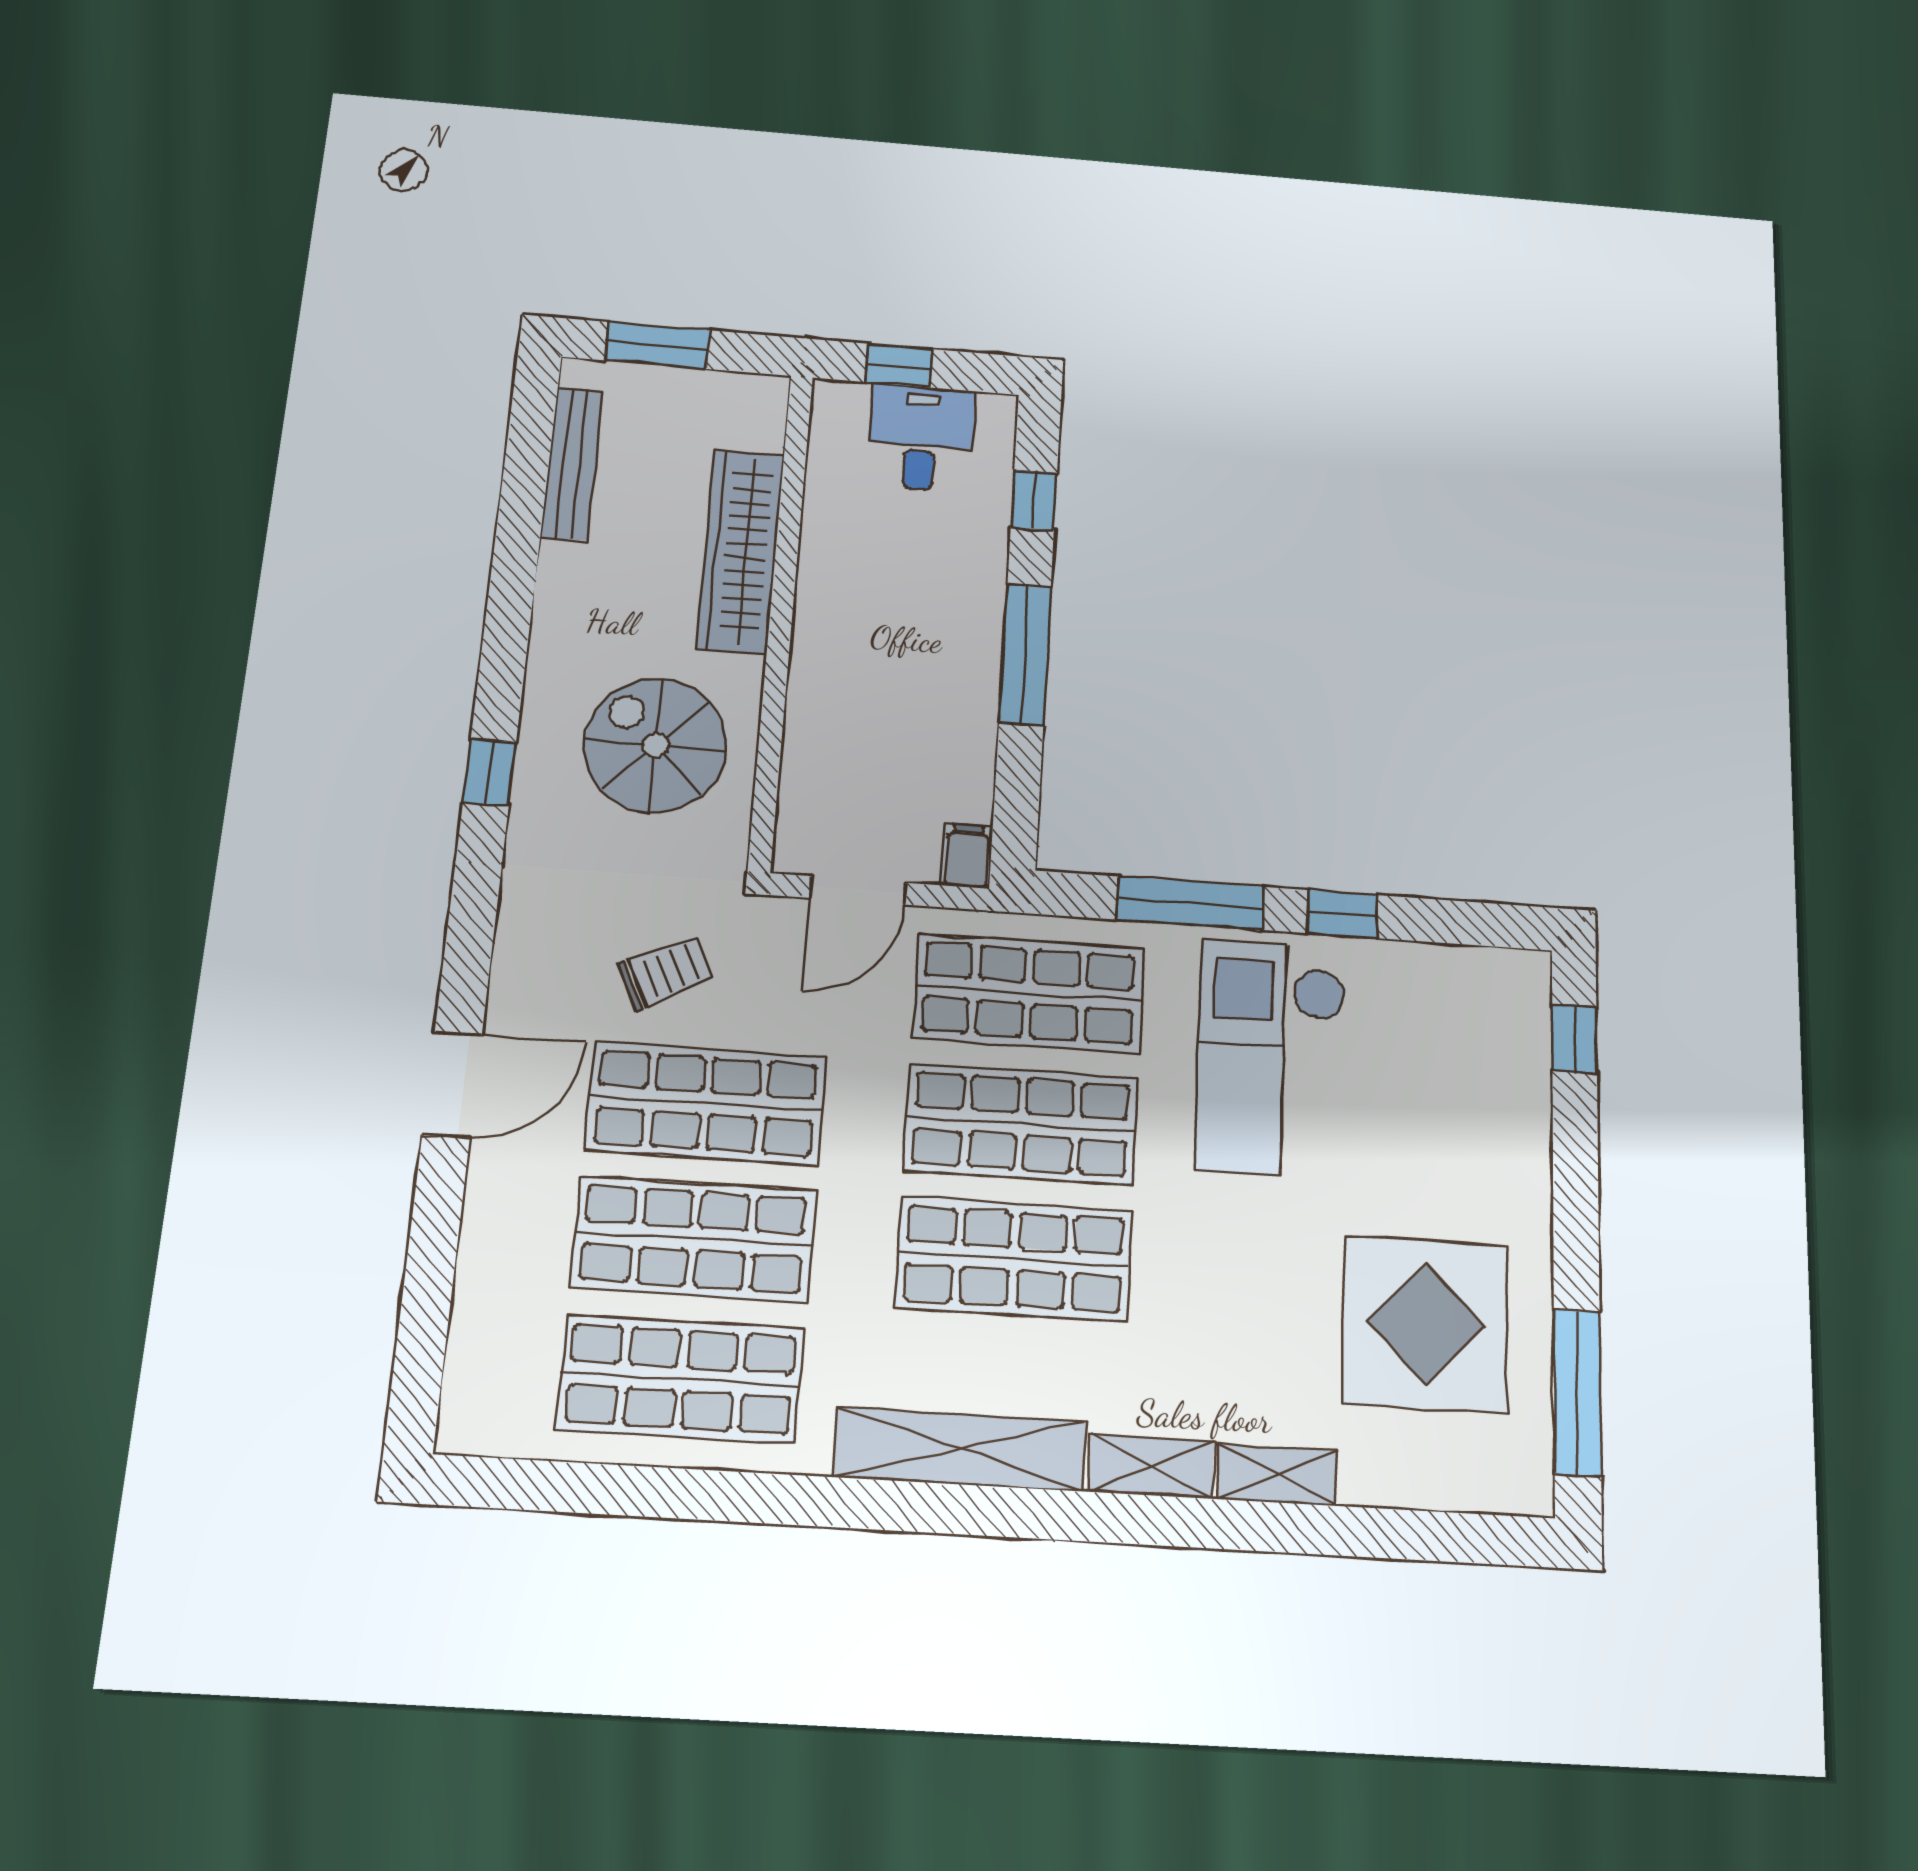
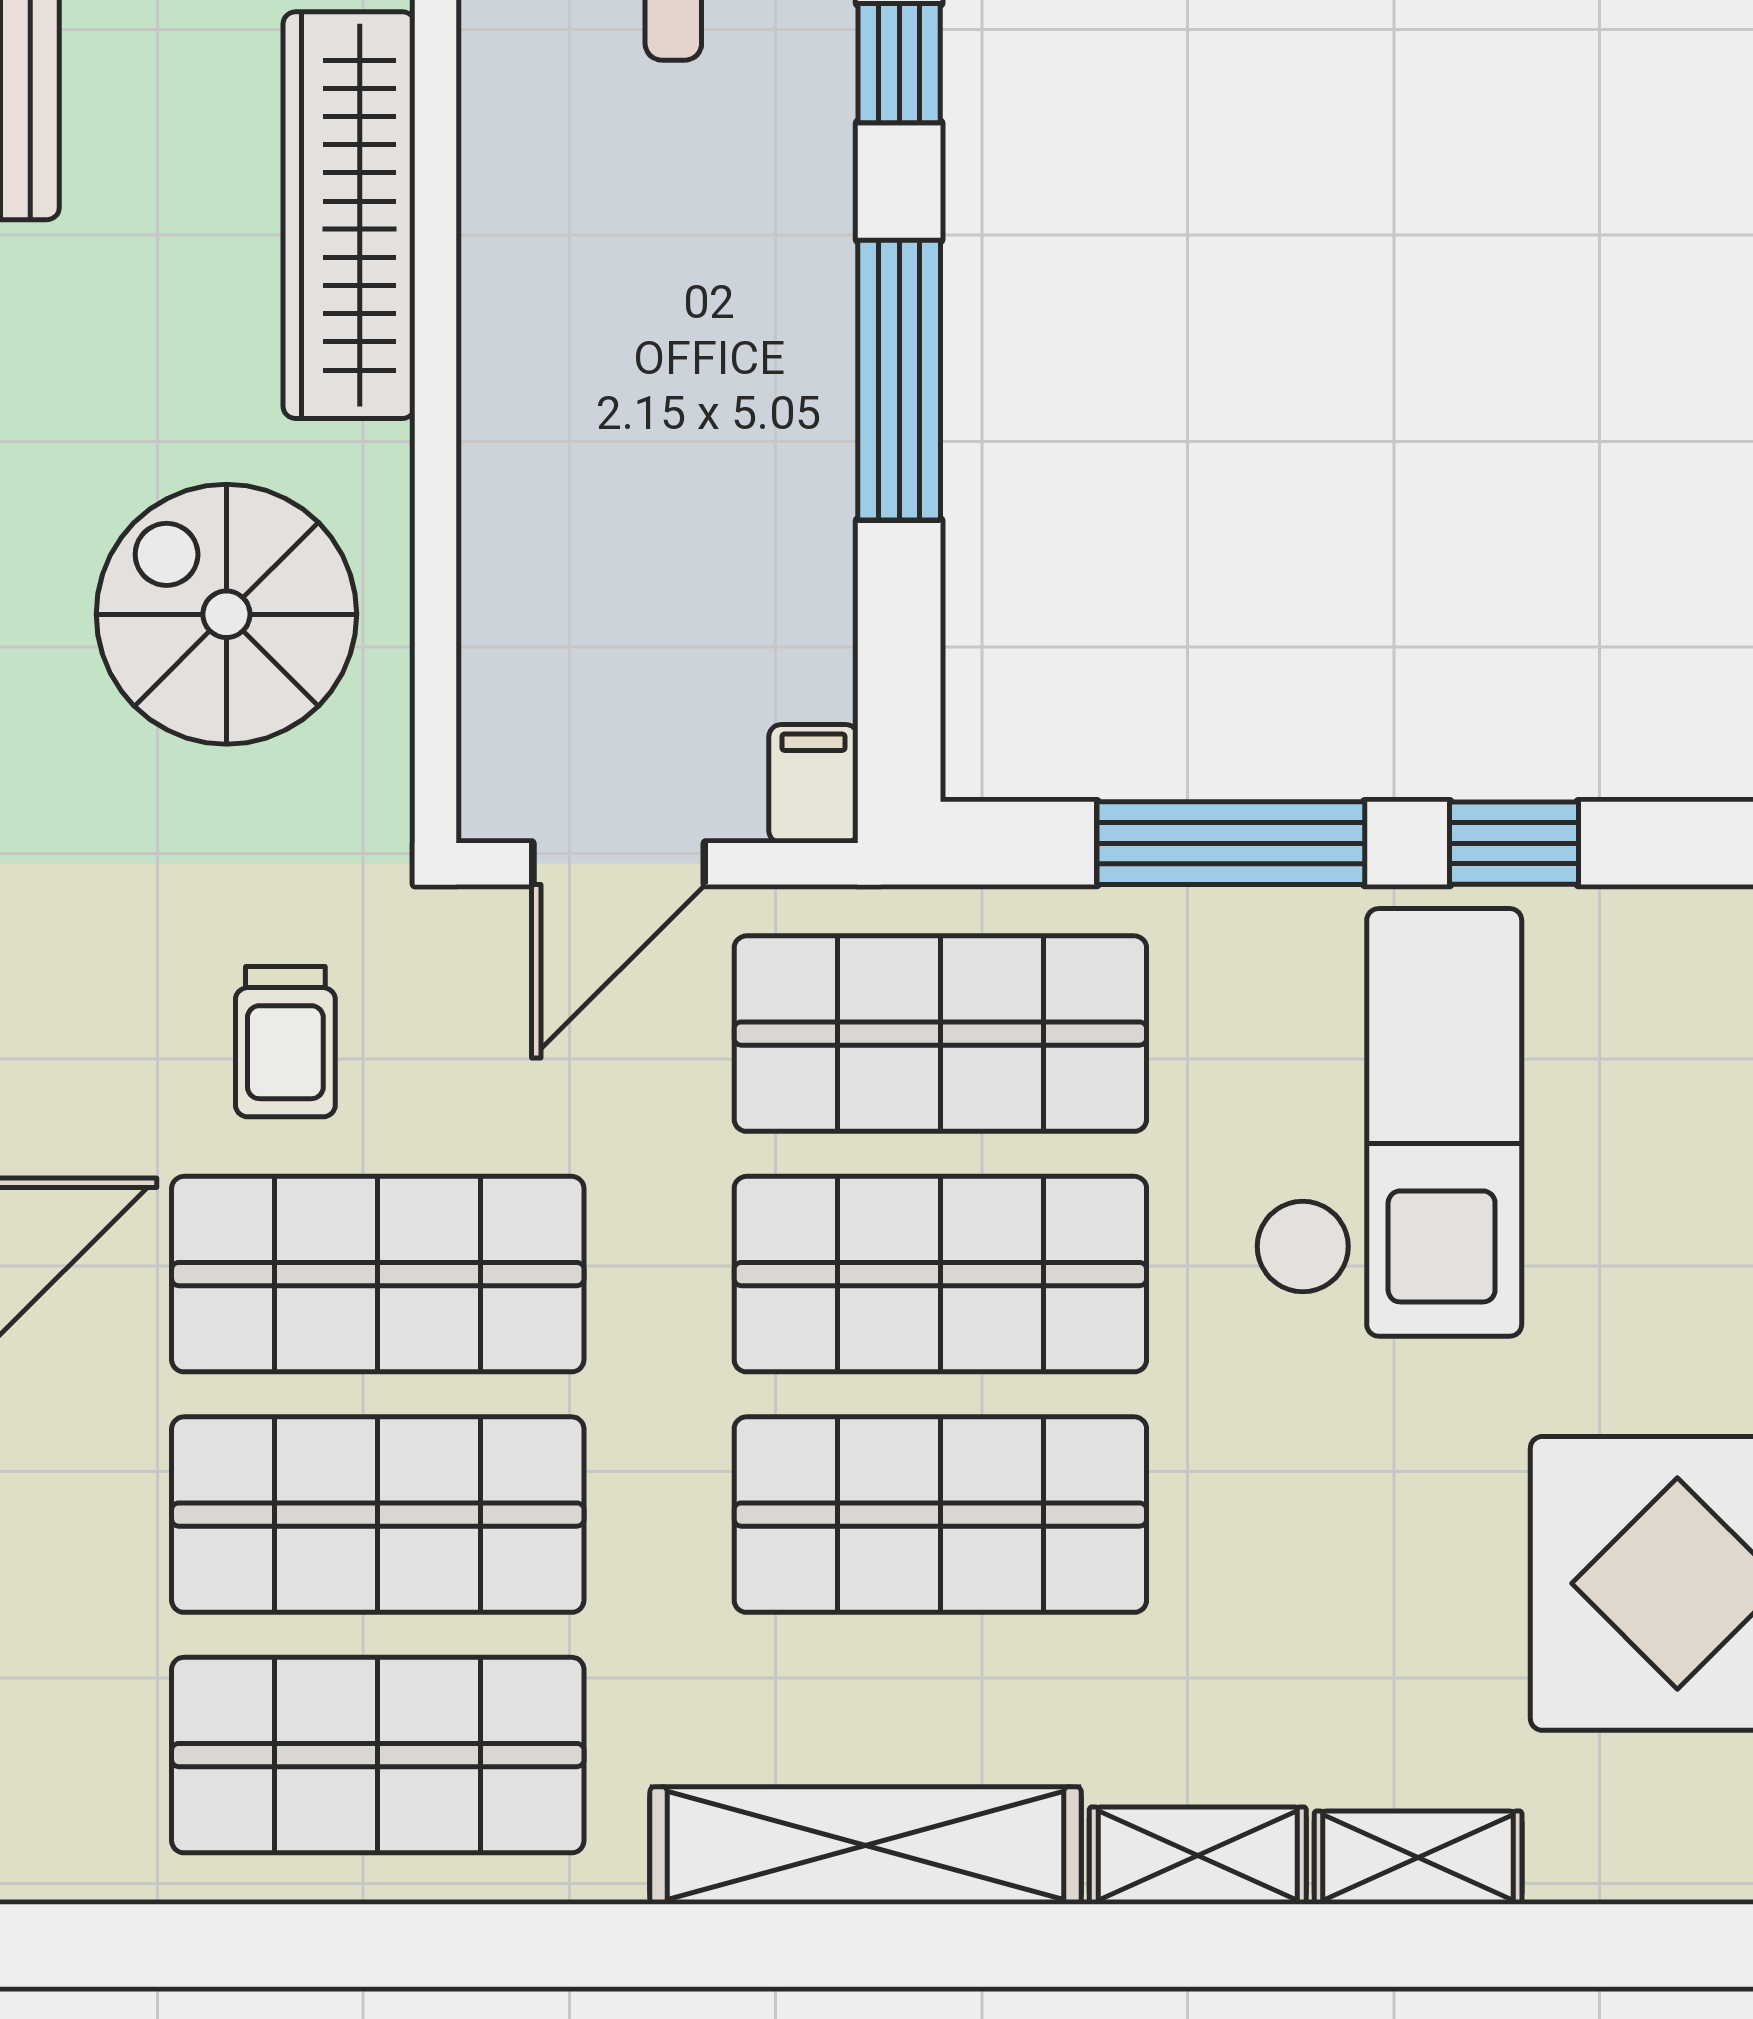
trolley: (666, 972) -> (285, 1042), turned 116
checkout: (1271, 1058) -> (1388, 1122), turned 180

